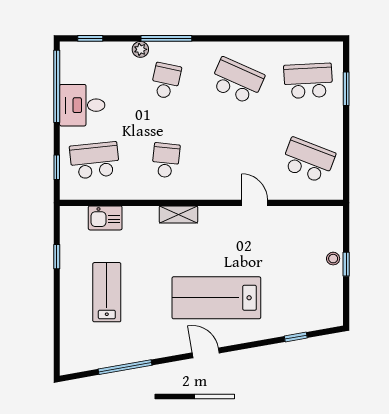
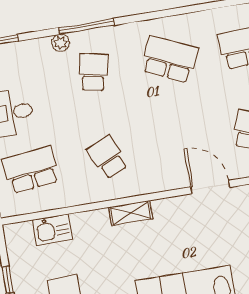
school desk: (166, 160) -> (108, 157), turned -30
door: (255, 203) -> (210, 187), width x1.38

